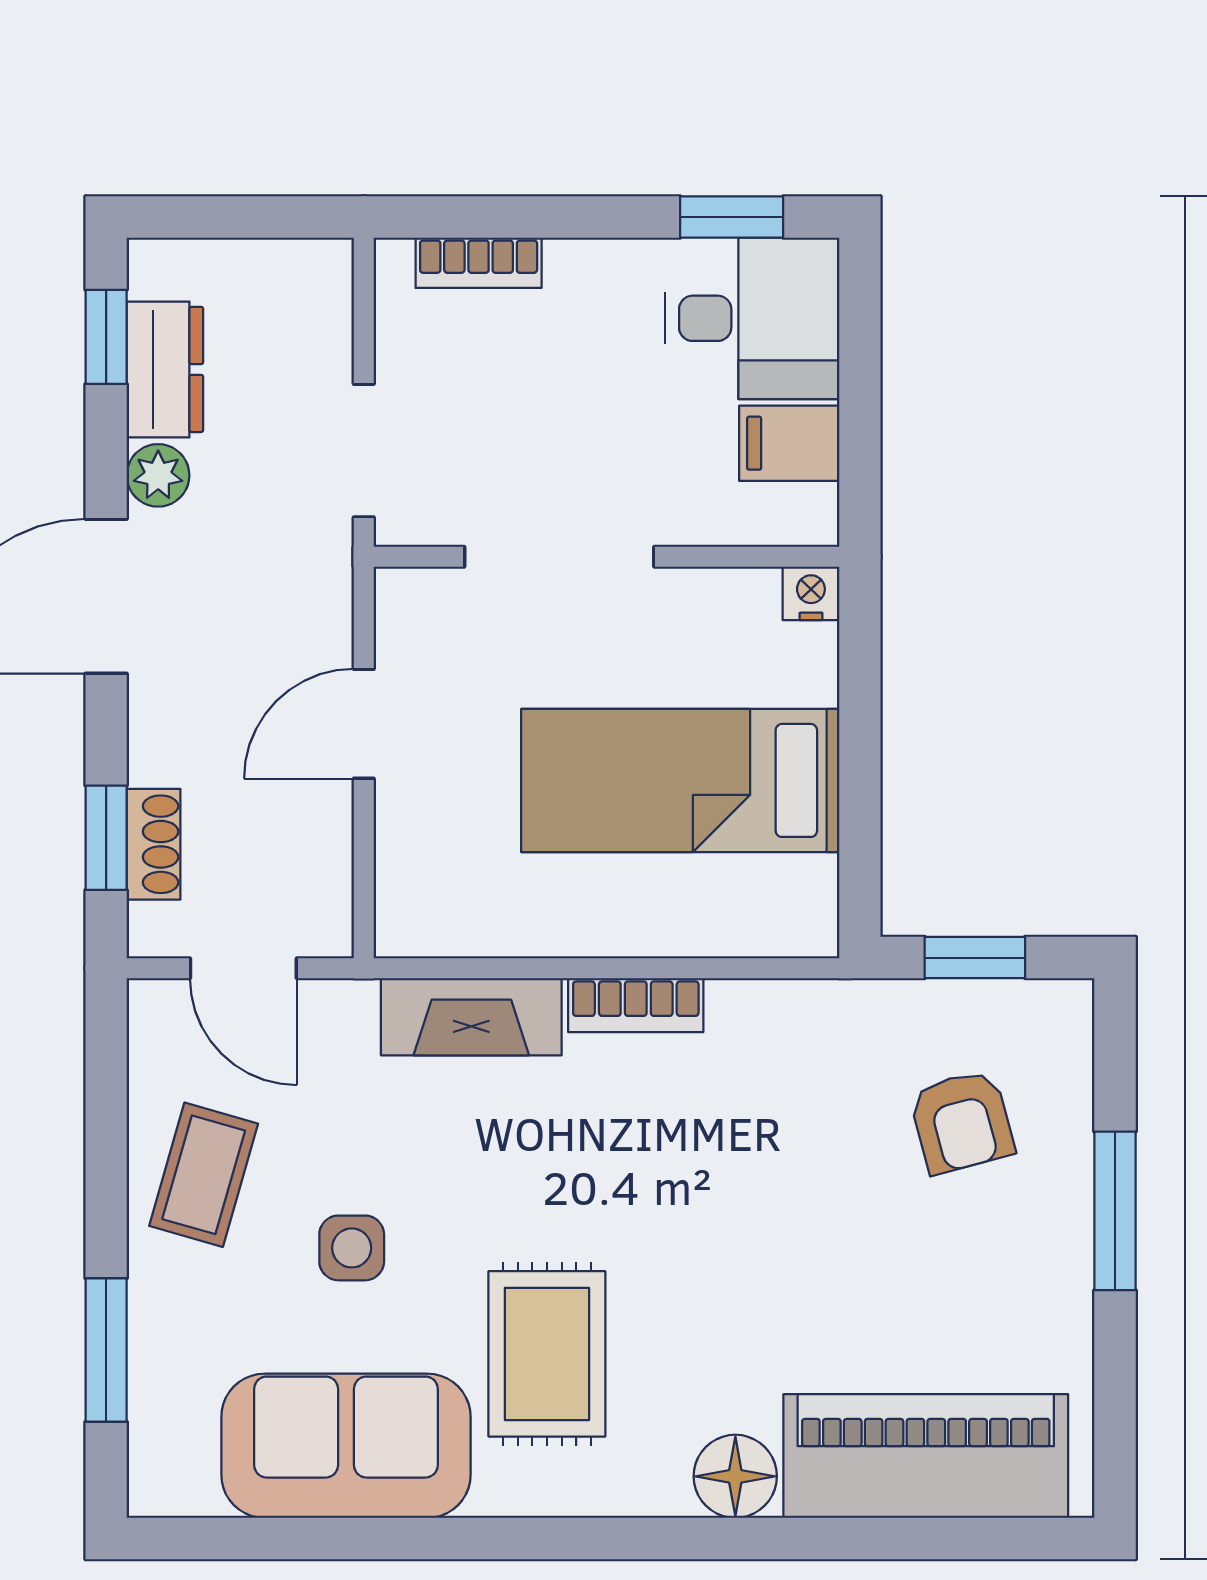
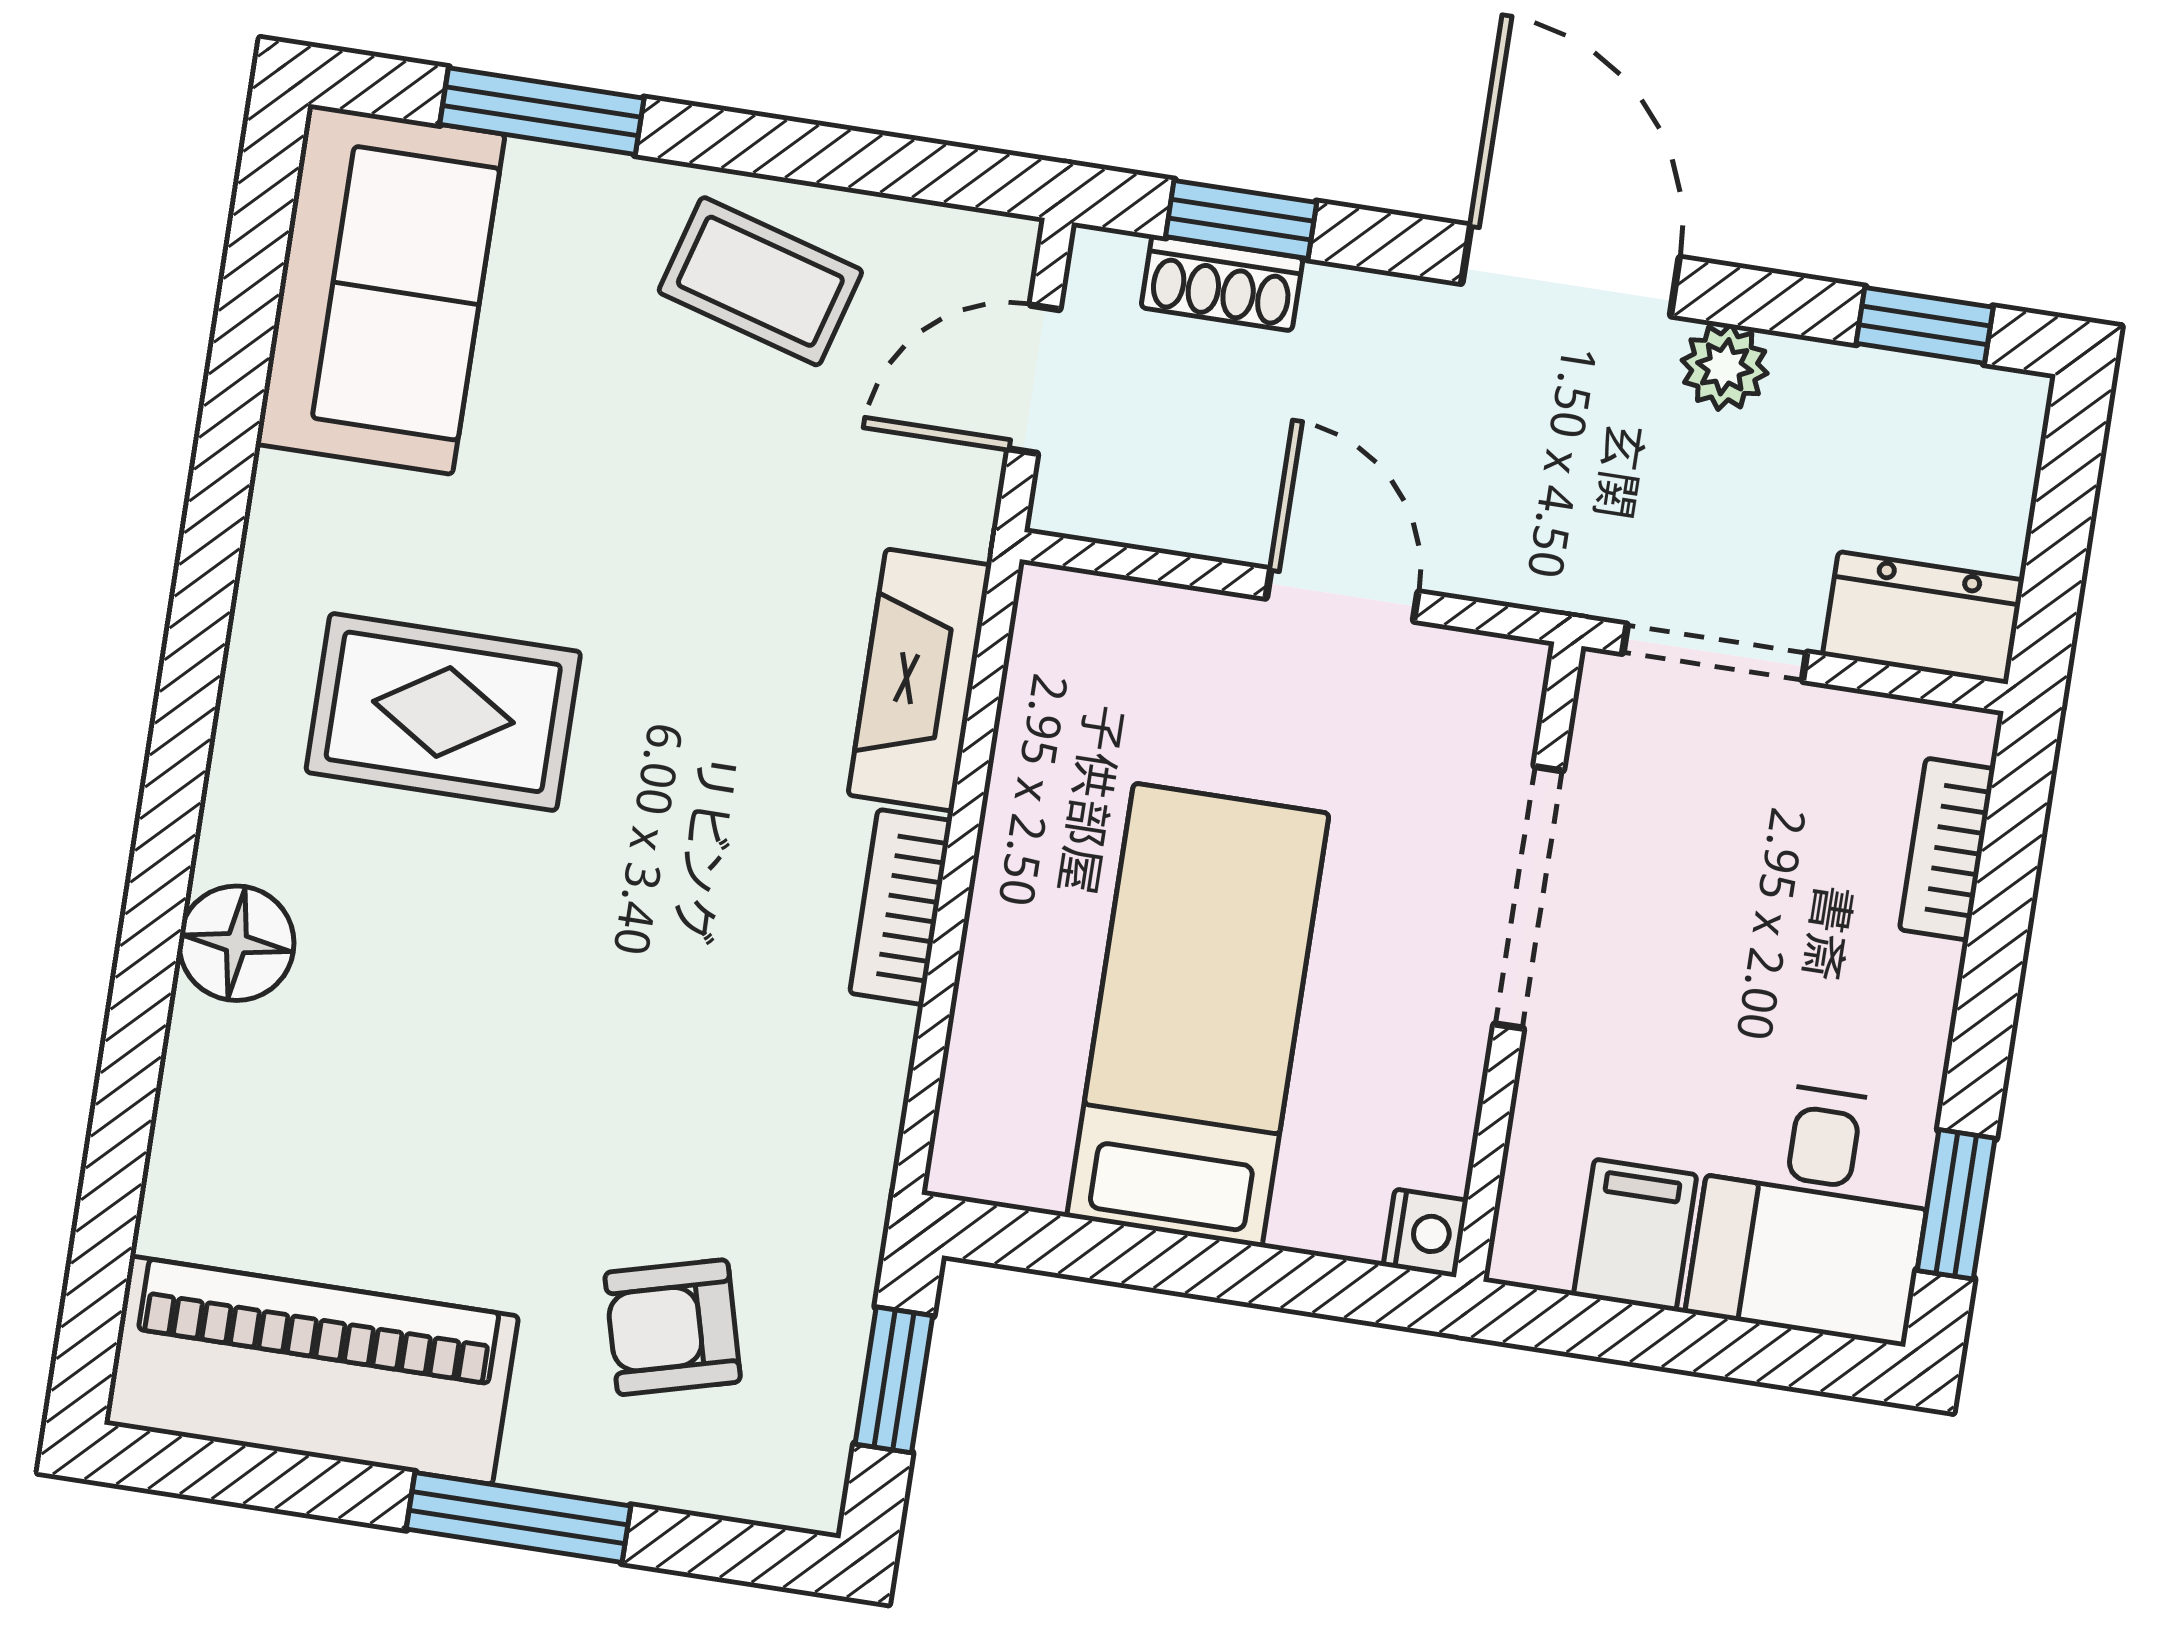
dresser: (165, 369) -> (1923, 618), moved, turned 180
side table: (352, 1248) -> (629, 468), removed
sofa: (346, 1446) -> (380, 289), moved
piano: (926, 1456) -> (311, 1370), moved, turned -90

